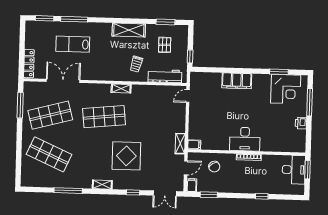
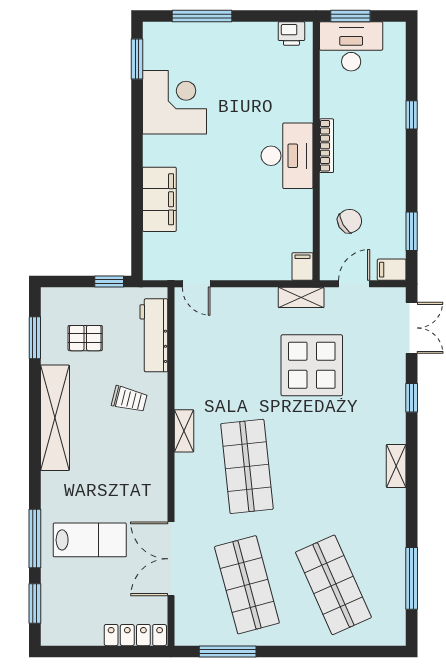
shelving: (129, 30) -> (55, 418), width x1.47
lab bench: (73, 44) -> (90, 540), turned -90
window: (279, 72) -> (137, 59), moved
filing cabinet: (237, 81) -> (159, 199), moved
corner desk: (286, 89) -> (175, 102), moved
printer: (301, 123) -> (291, 34), moved
shop shelf: (49, 154) -> (333, 585), turned -48
display table: (126, 156) -> (312, 365), moved
door: (186, 168) -> (354, 284), hinge flipped
window: (68, 191) -> (412, 578), moved

